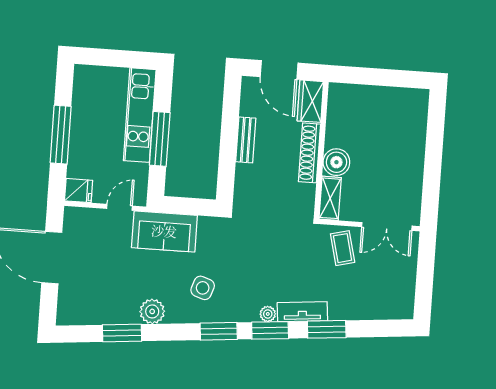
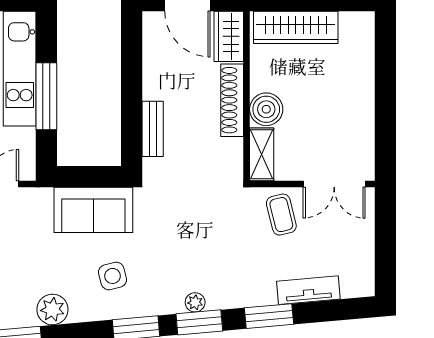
wardrobe: (365, 98) -> (296, 27), added
bench: (246, 140) -> (153, 129), moved
sofa: (164, 231) -> (93, 210), moved
side table: (203, 288) -> (112, 276), turned -34
tv unit: (302, 312) -> (308, 290), moved

